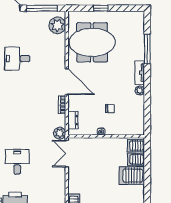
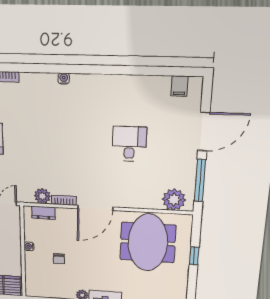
plant: (60, 133) -> (42, 196), moved

